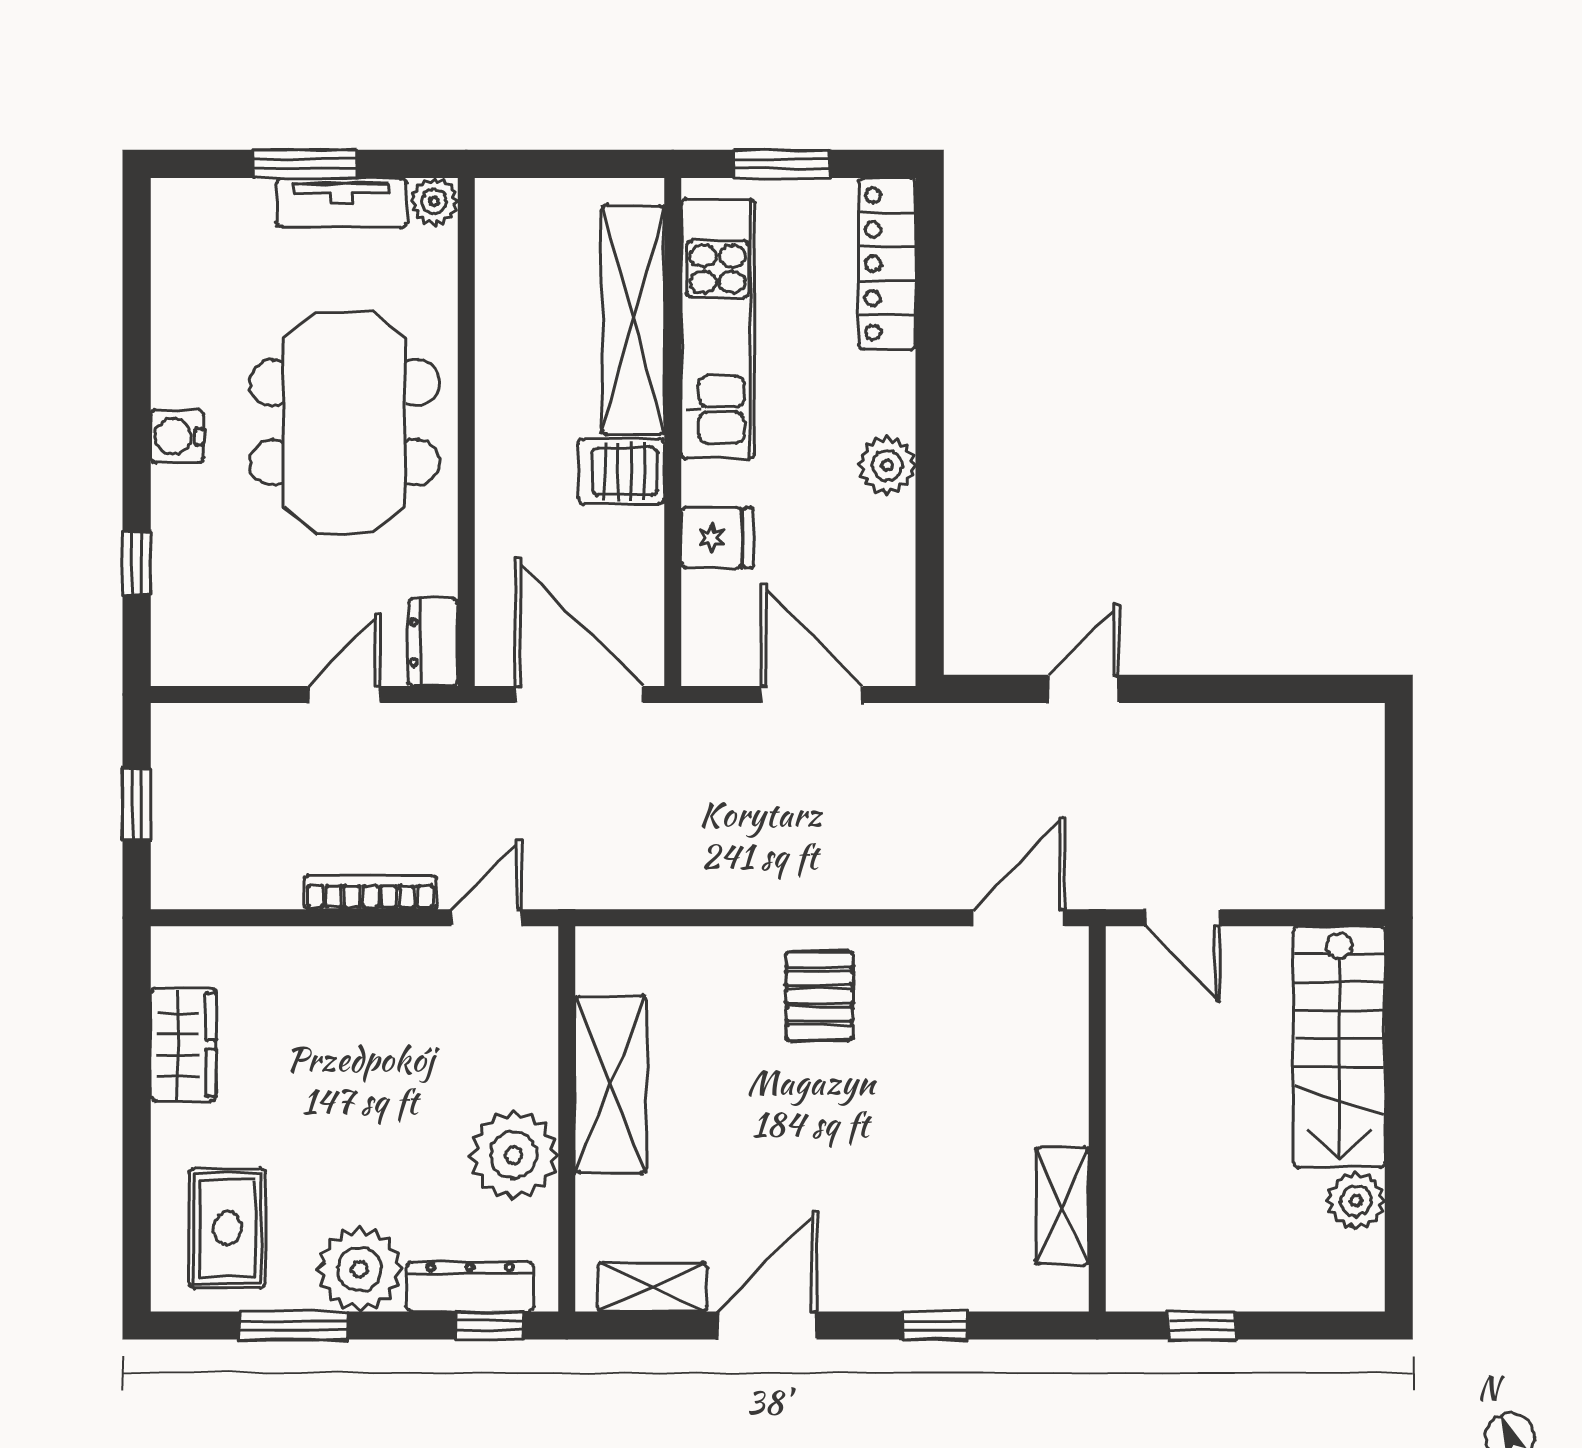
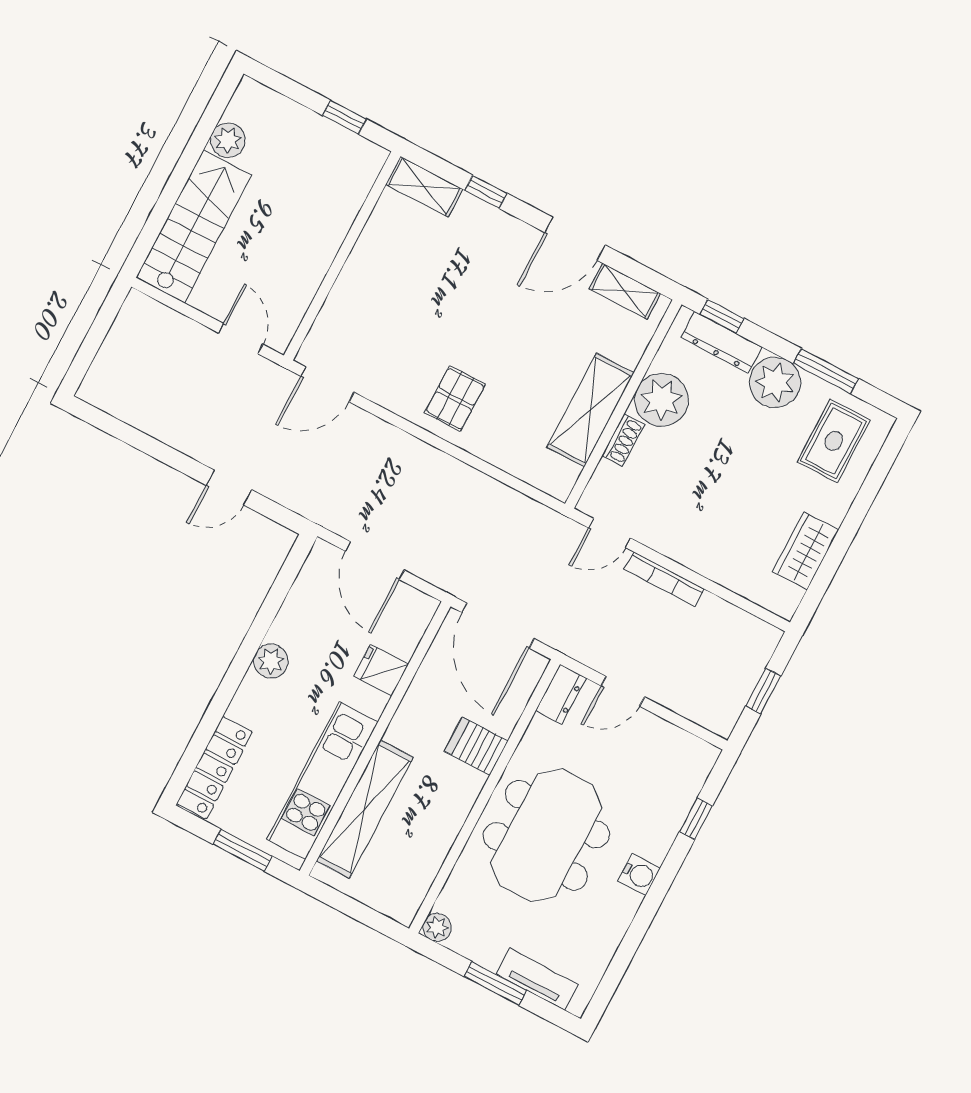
tv unit: (341, 203) -> (537, 979), moved
server rack: (621, 471) -> (476, 746), moved, turned 180
shoe rack: (539, 1066) -> (623, 440), added
shelving: (1062, 1206) -> (424, 187), moved, turned 90

